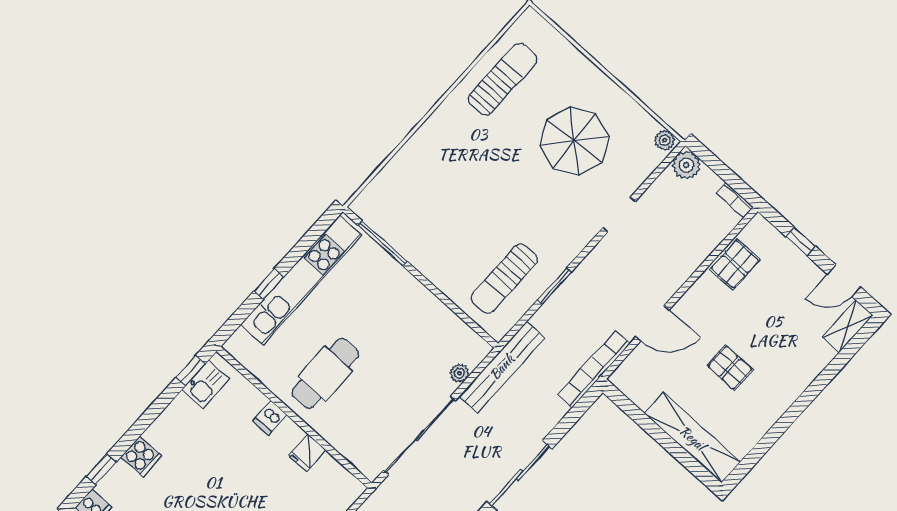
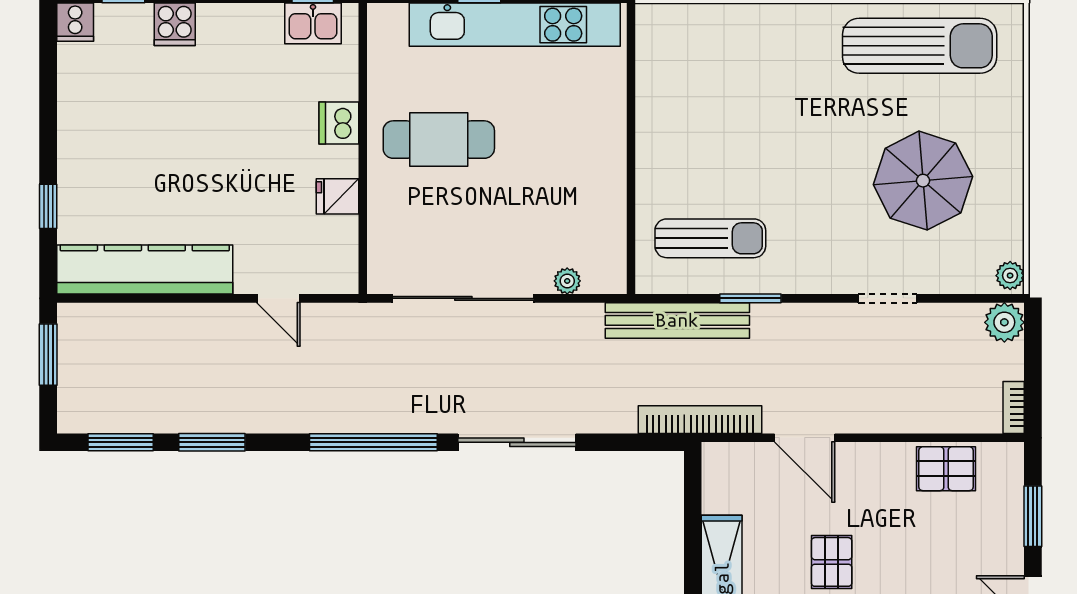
sun lounger: (503, 79) -> (920, 46), width x1.36, depth x1.34
window: (801, 241) -> (1033, 516), width x1.50
window: (383, 243) -> (631, 76), removed
sun lounger: (504, 279) -> (710, 238), turned 180
bench: (502, 367) -> (677, 320), moved
dishwasher: (270, 418) -> (339, 123), width x1.38

